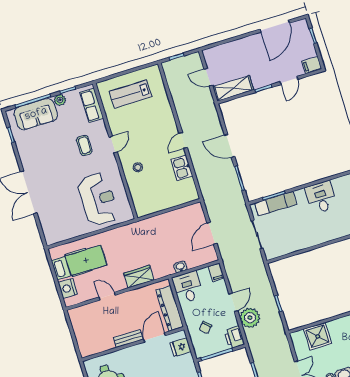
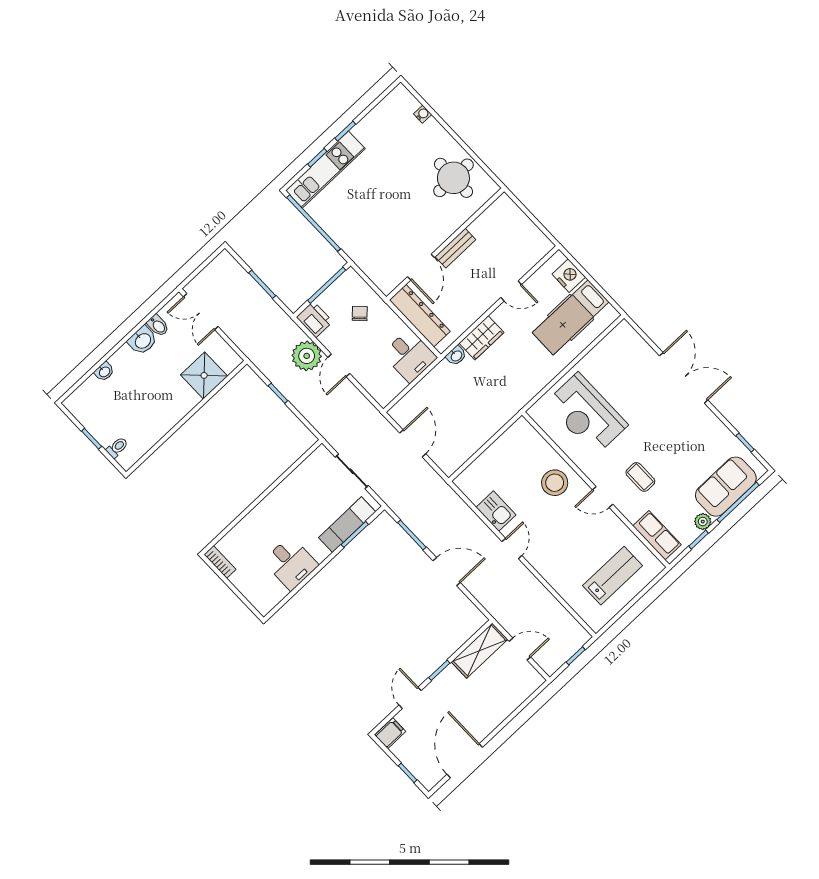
door: (113, 145) -> (603, 497), hinge flipped
stool: (138, 167) -> (555, 483), width x1.89, depth x1.89
washbasin: (180, 267) -> (456, 356), moved
filing cabinet: (216, 272) -> (381, 394), removed
fridge: (181, 347) -> (380, 271), removed

